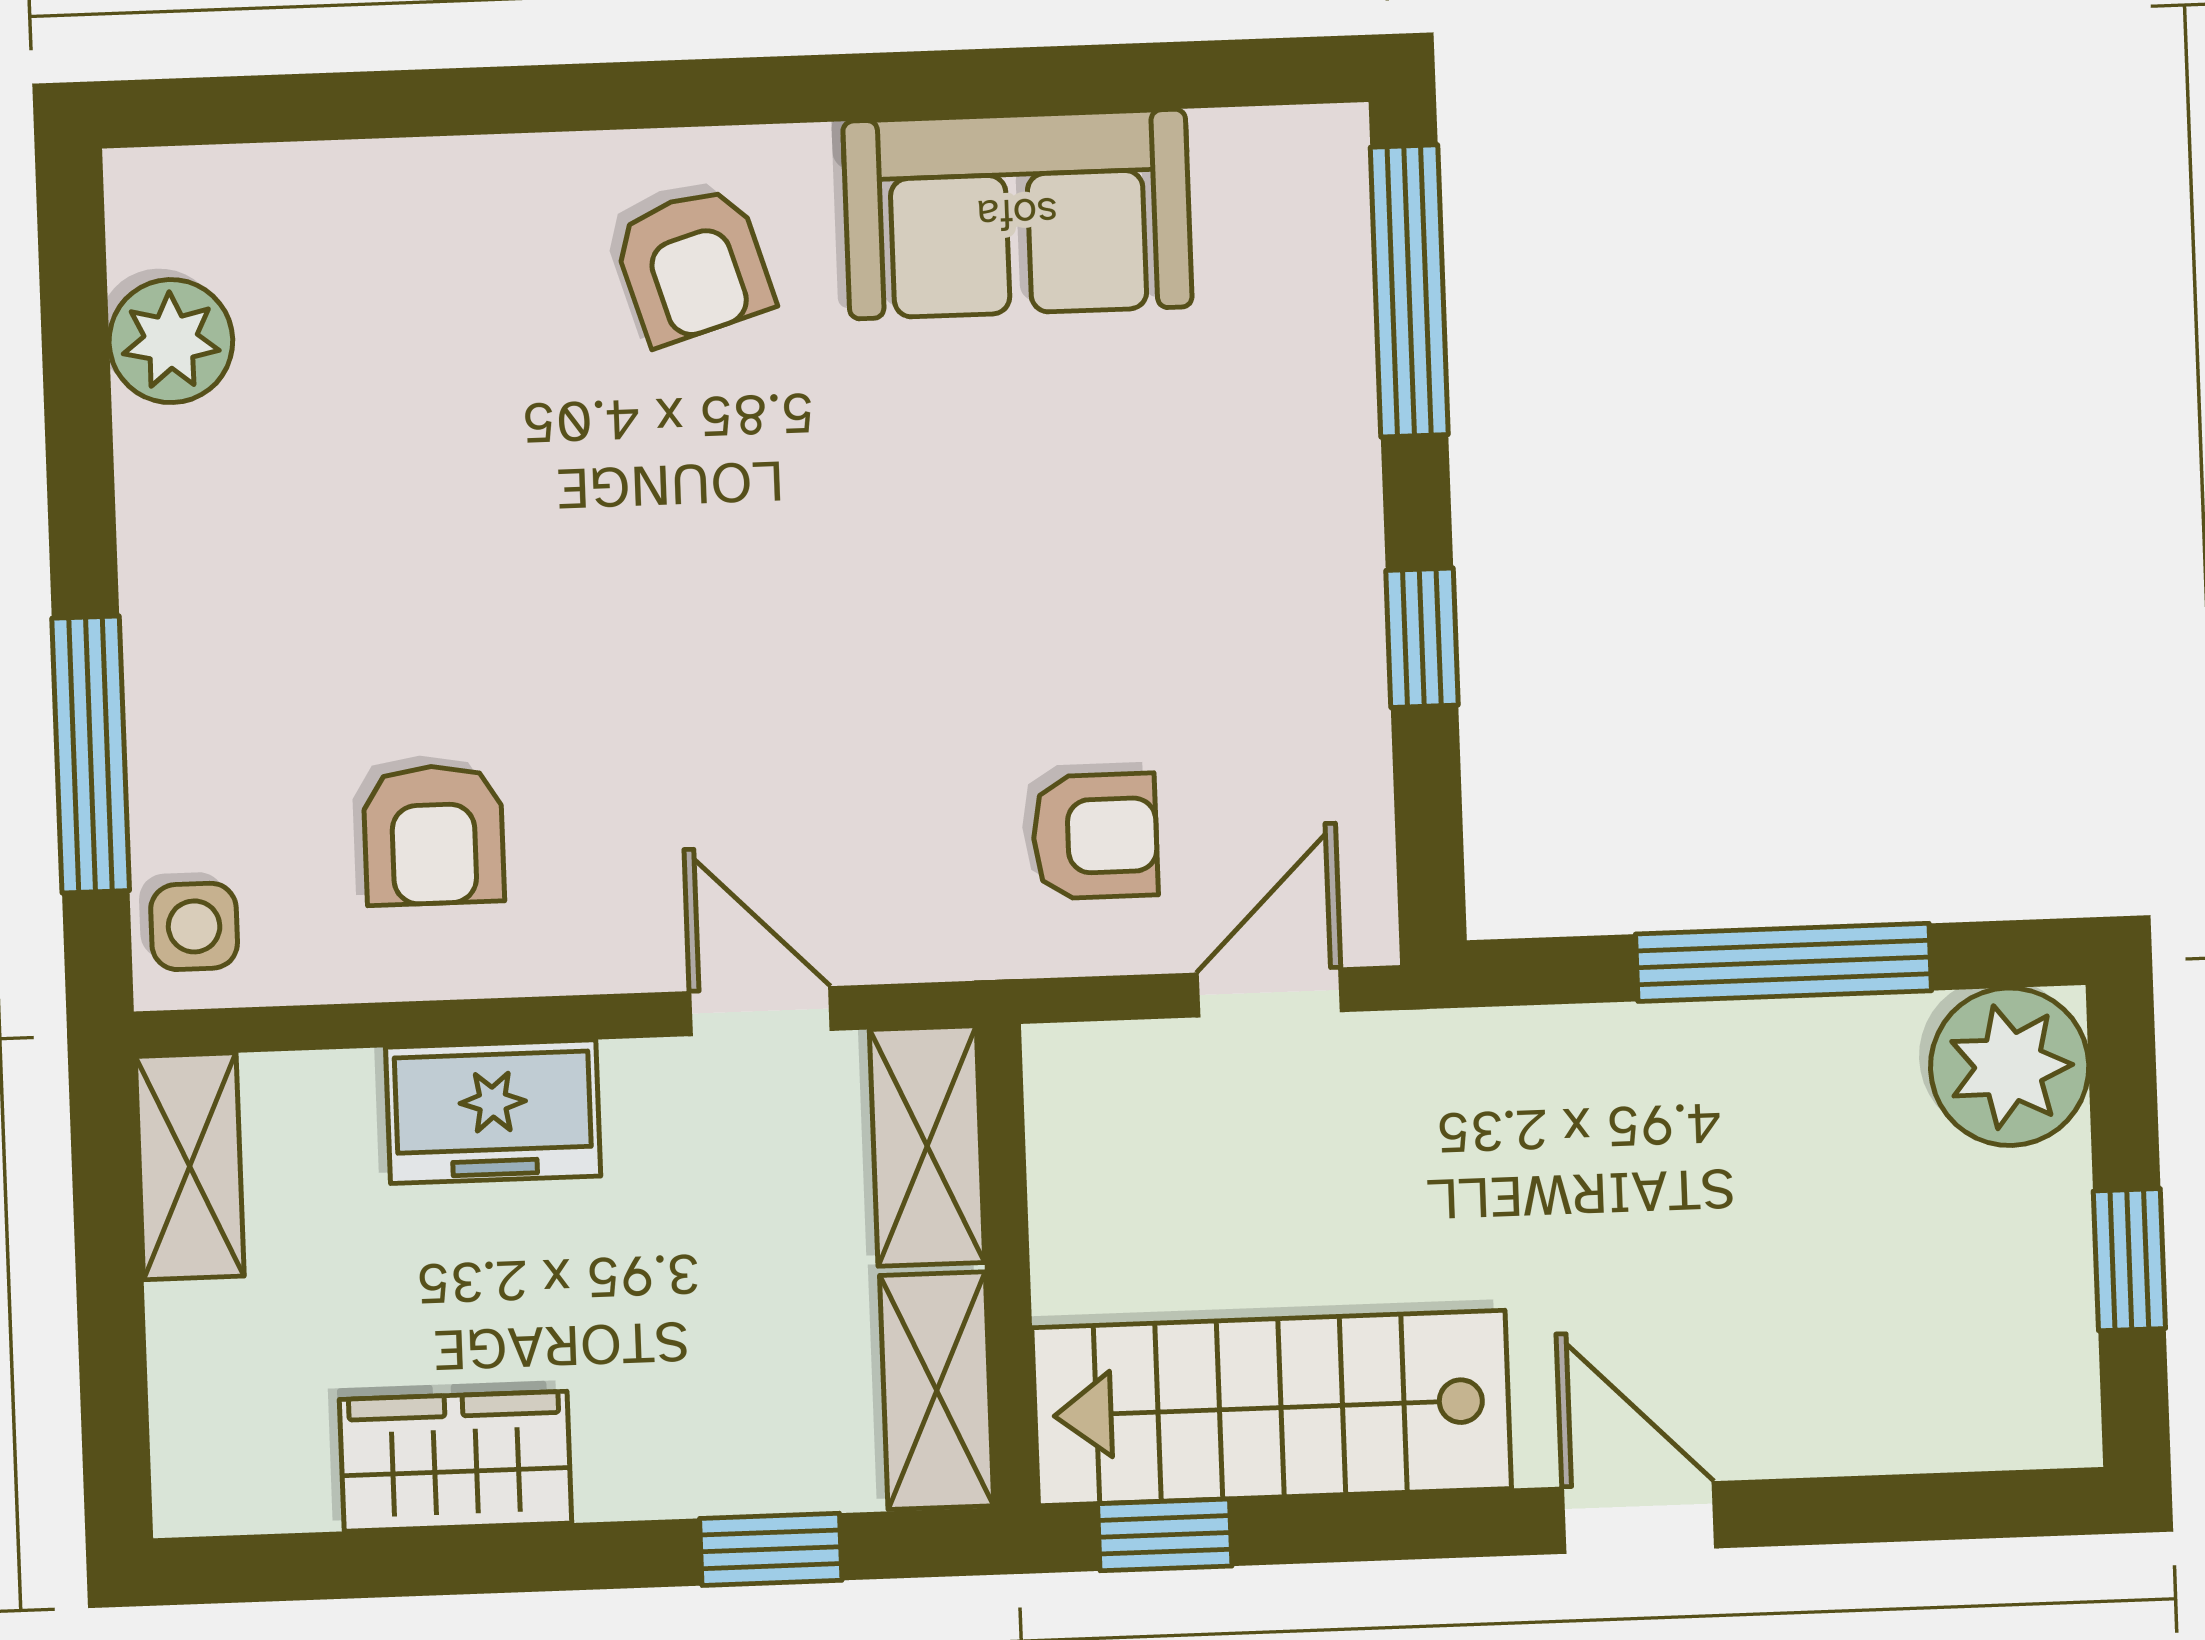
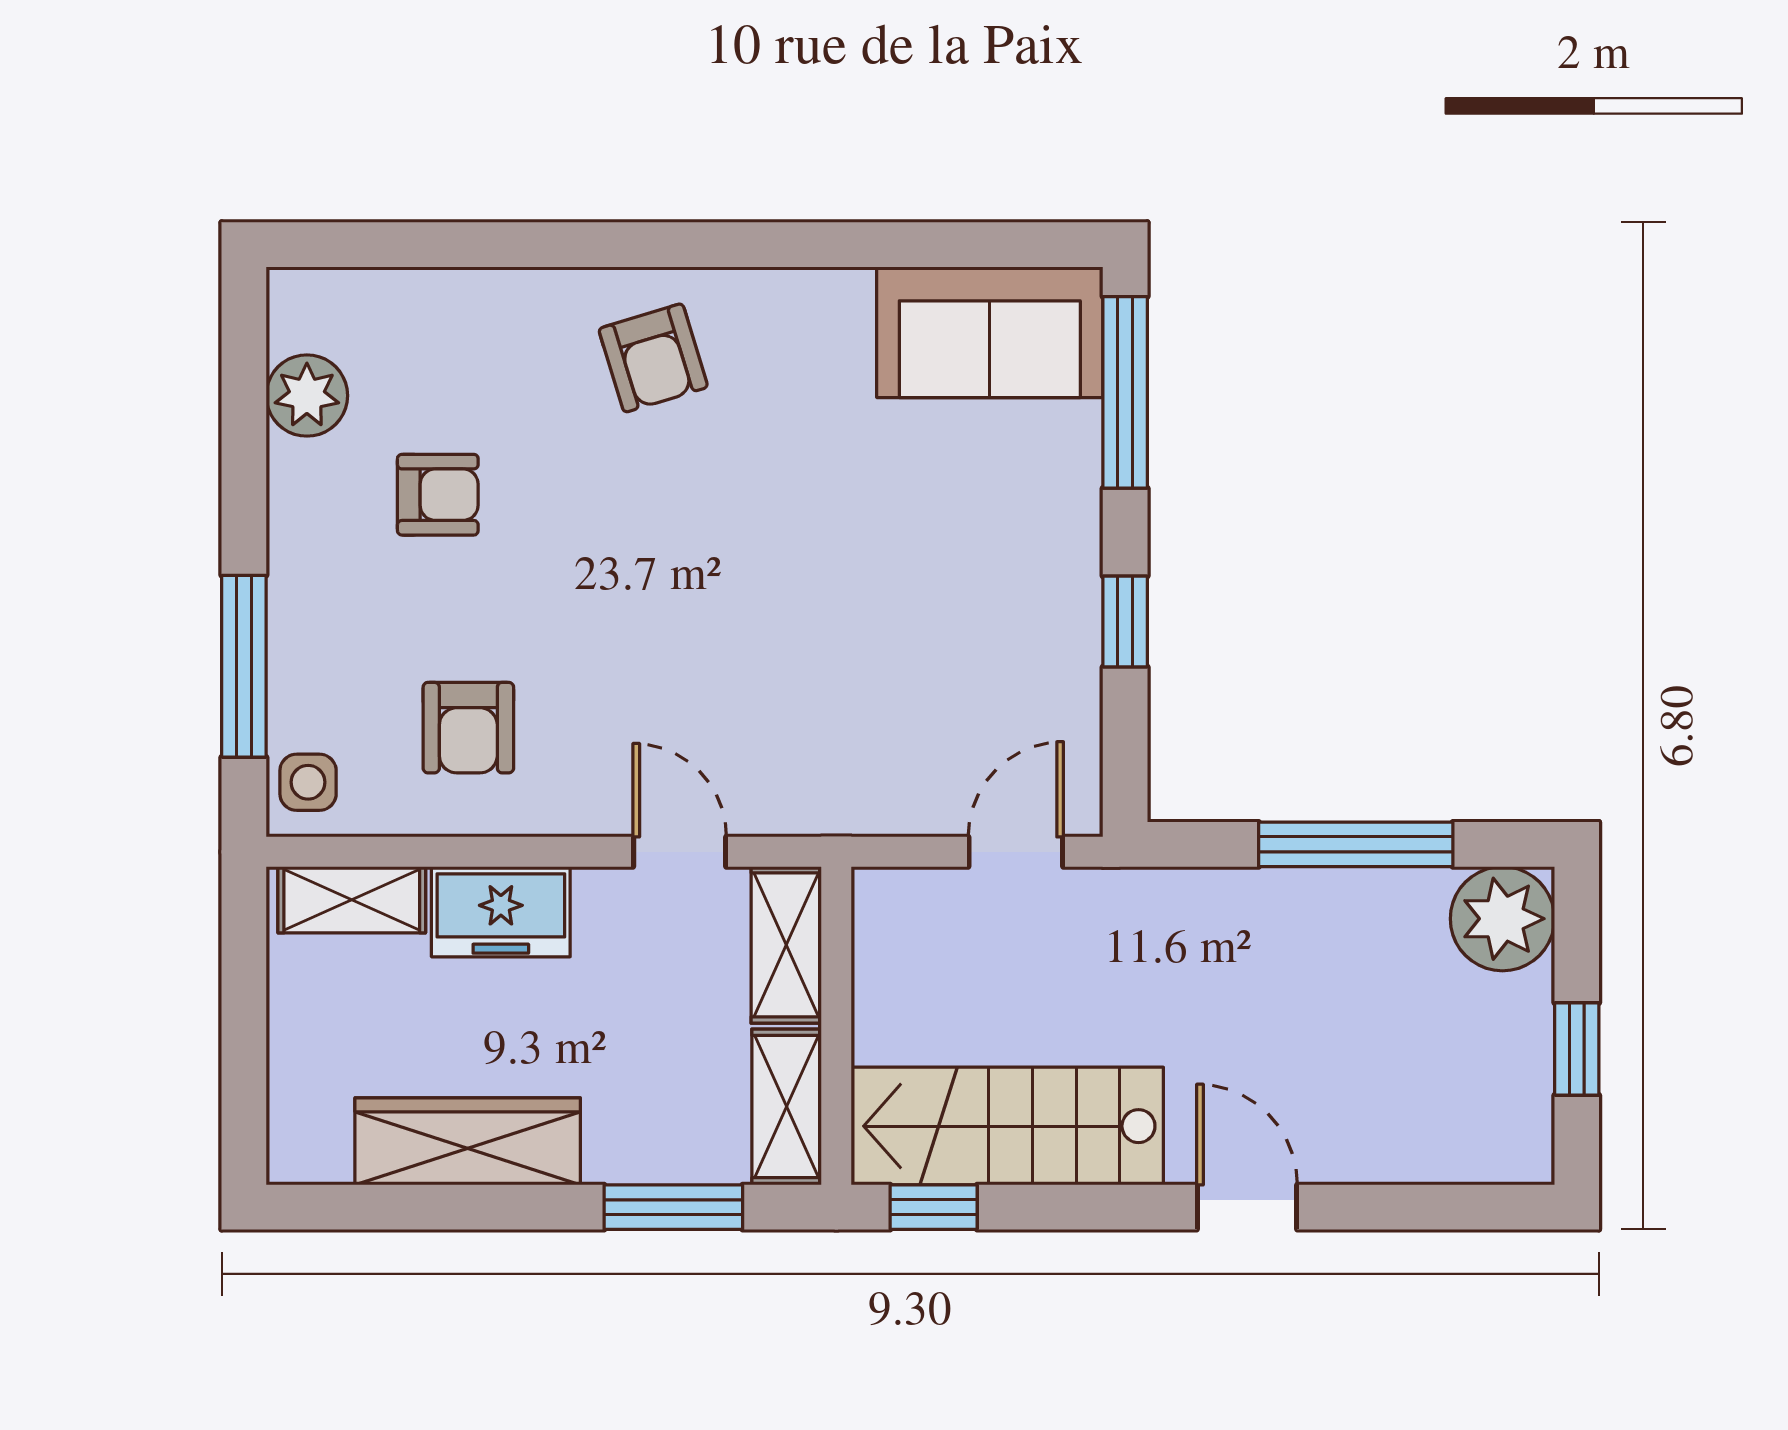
sofa: (1017, 214) -> (990, 332), moved
armchair: (1095, 836) -> (438, 495), moved
shelving: (190, 1166) -> (352, 900), moved, turned 90
wardrobe: (456, 1461) -> (468, 1141), width x1.50
window: (771, 1549) -> (673, 1207), width x1.50

